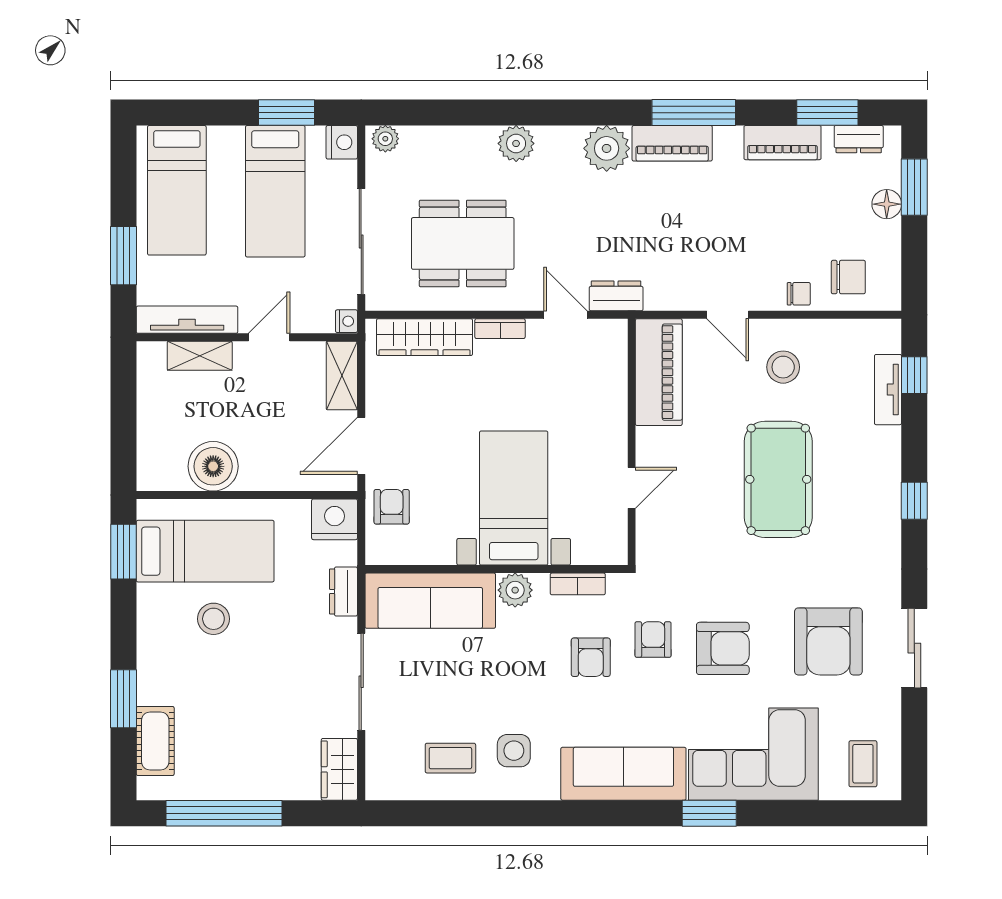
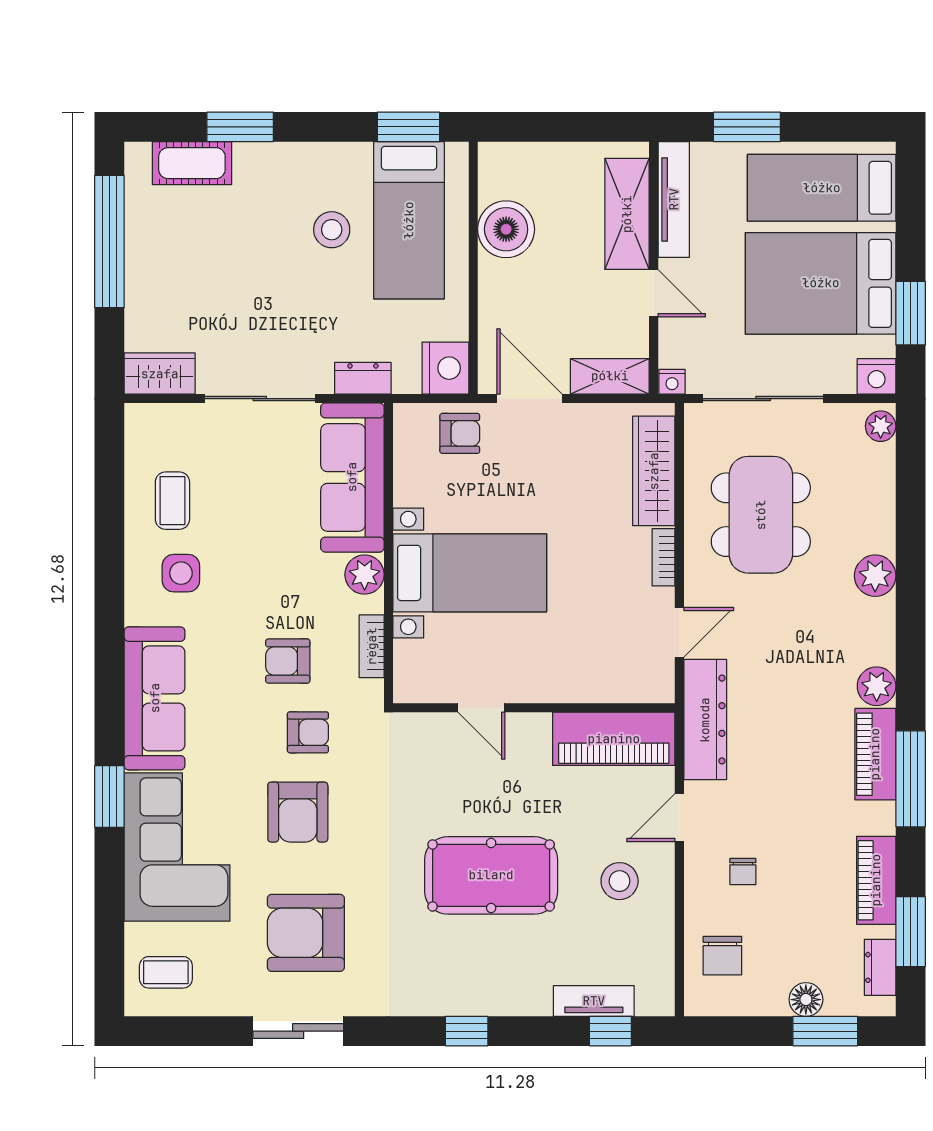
plant: (607, 148) -> (877, 686), width x0.73, depth x0.73
bed: (275, 191) -> (821, 283), width x1.50
chair: (799, 294) -> (743, 872), moved
dresser: (616, 296) -> (705, 720), width x1.96, depth x1.24
shelving: (200, 356) -> (627, 214), width x1.50, depth x1.33

